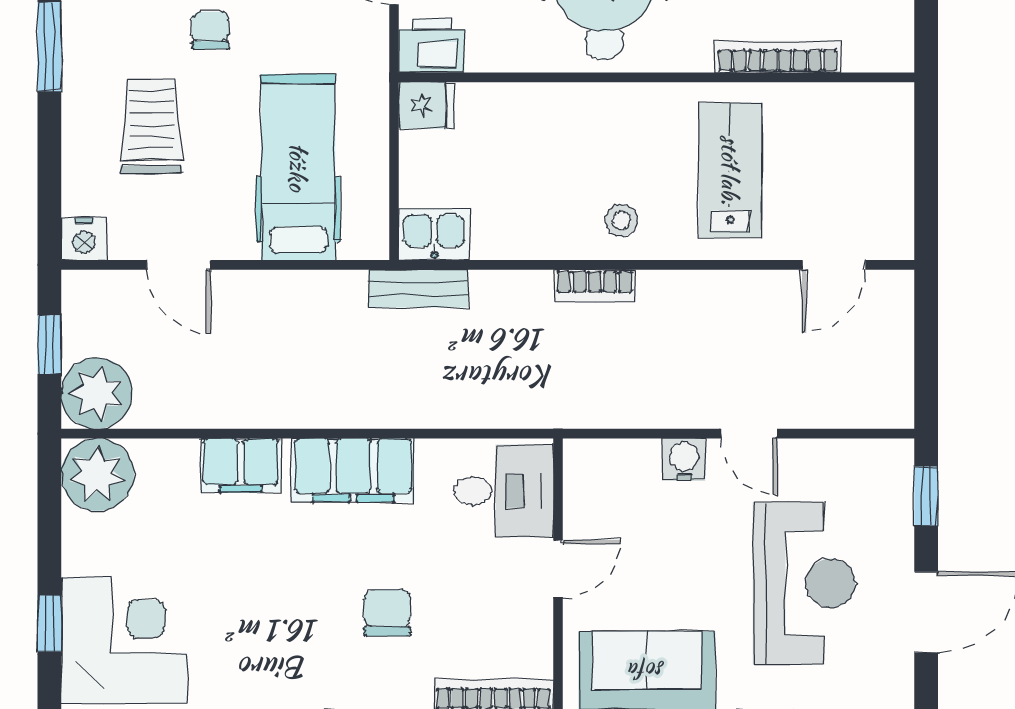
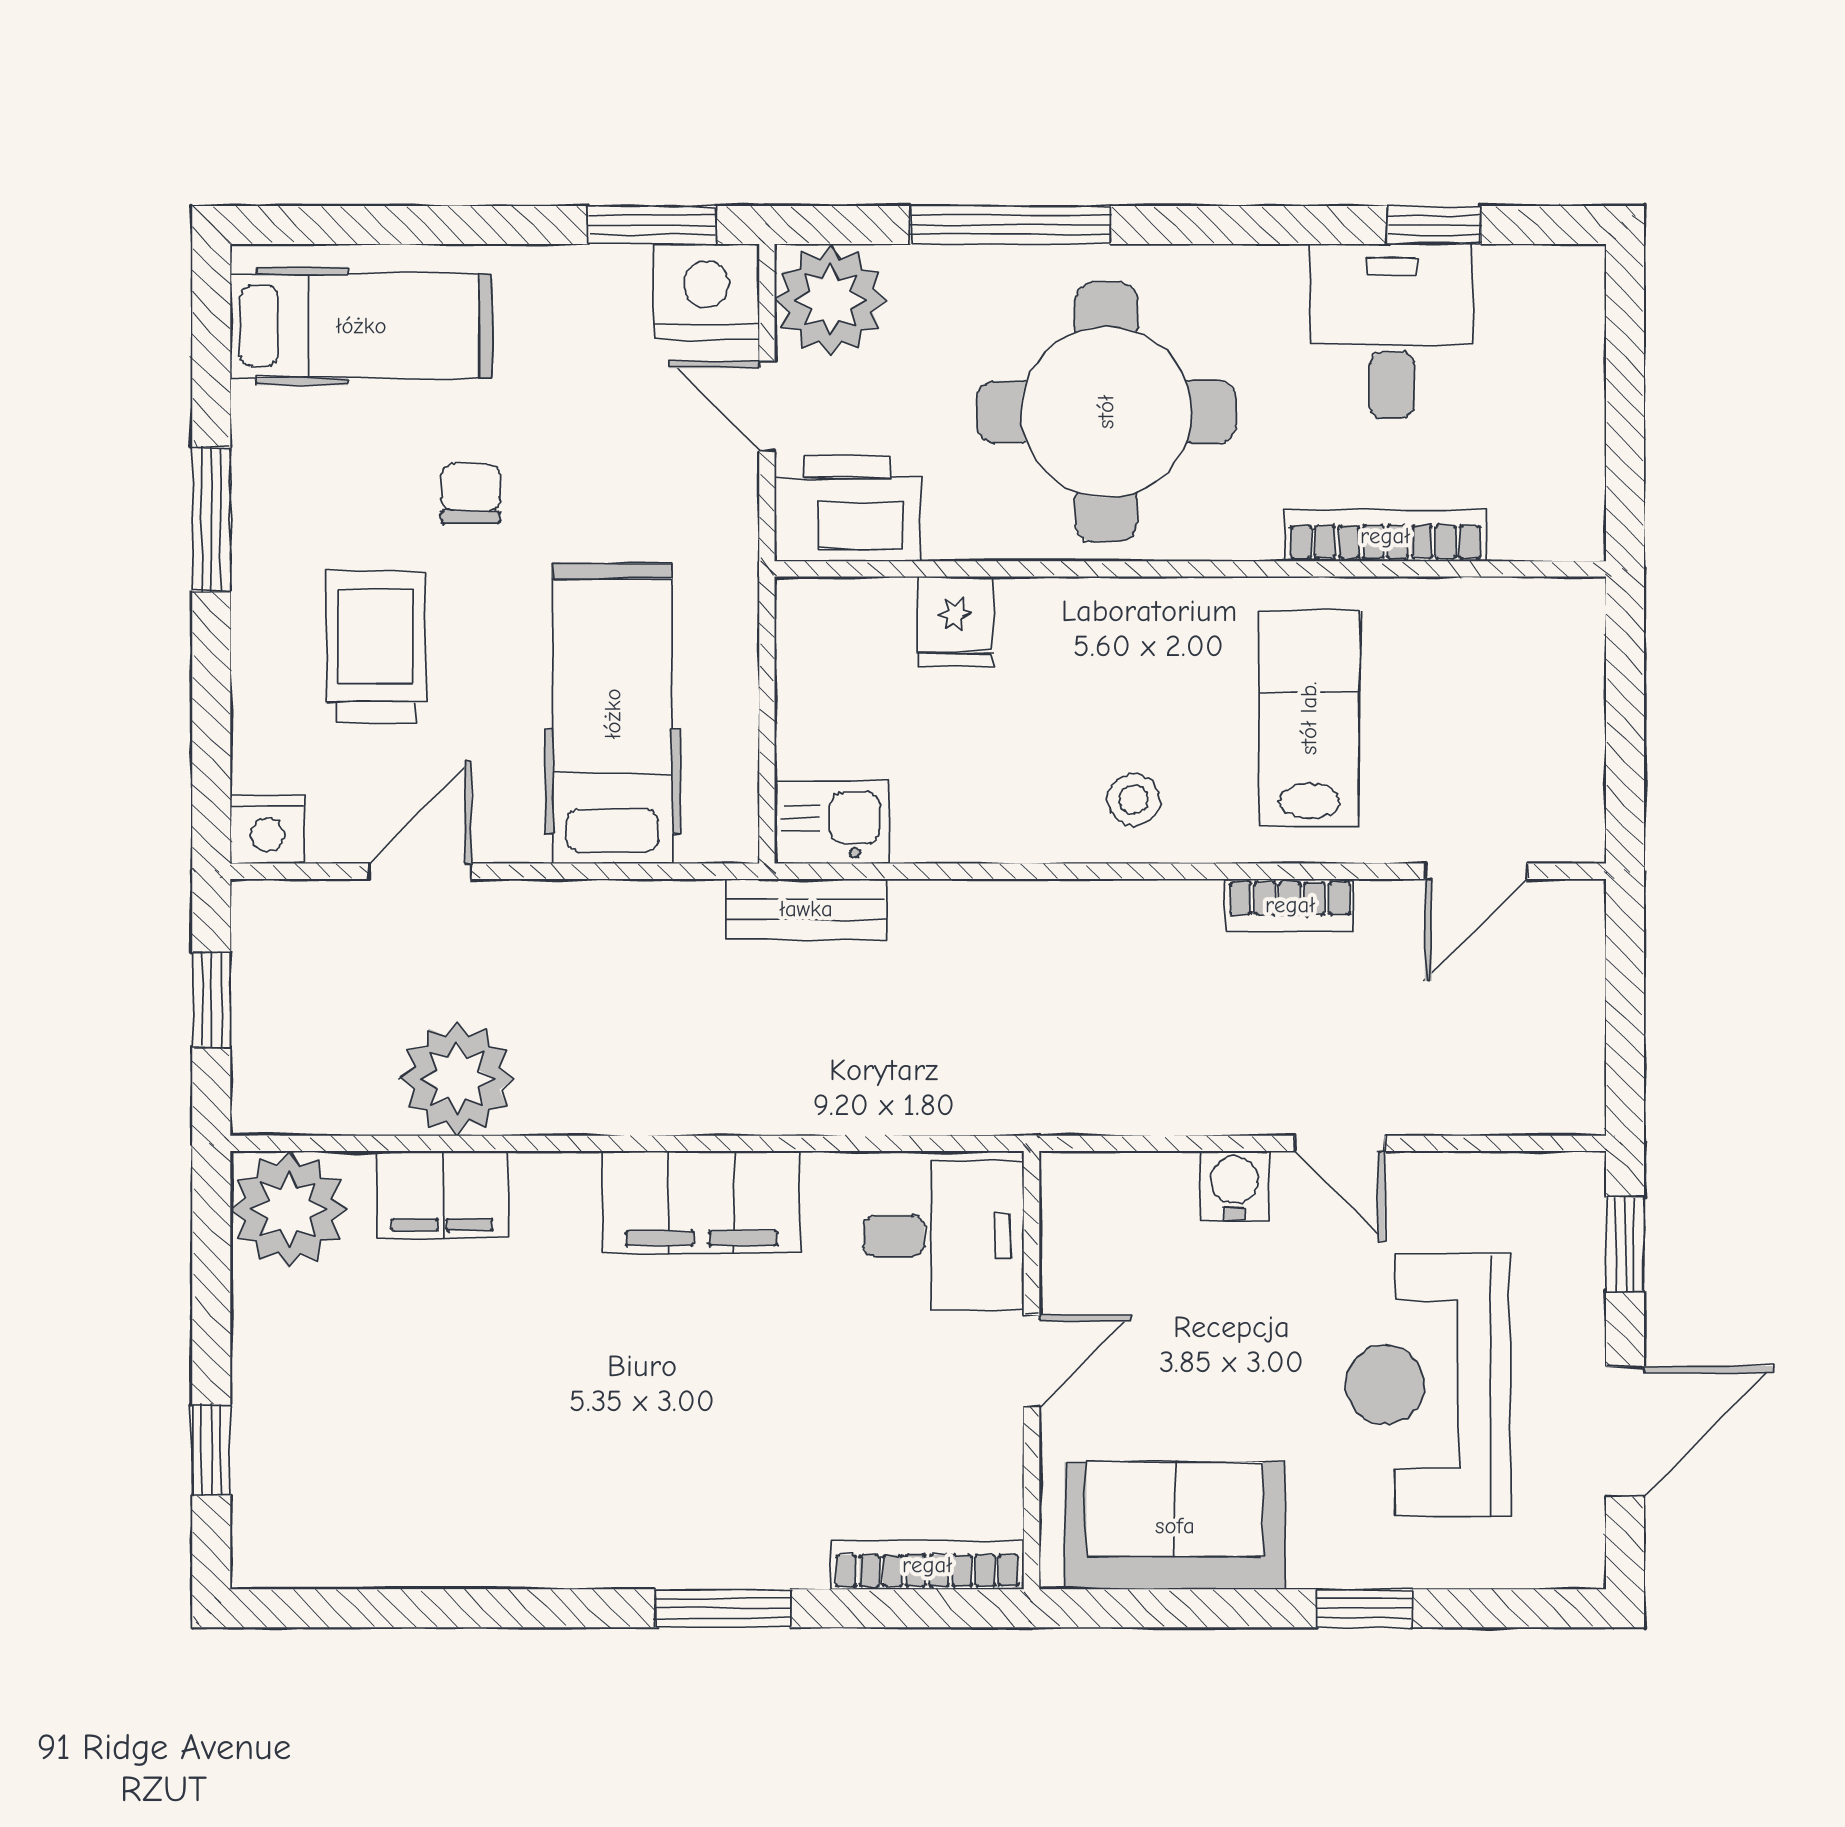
printer: (432, 45) -> (847, 509), width x1.37, depth x1.19
fridge: (426, 105) -> (955, 621), moved, turned 90
door: (179, 265) -> (420, 871), swing flipped
bookcase: (595, 286) -> (1290, 905), moved
plant: (97, 393) -> (457, 1078), moved
filing cabinet: (241, 465) -> (442, 1194), moved
reception desk: (804, 583) -> (1428, 1385), turned 180
chair: (387, 613) -> (756, 1432), removed
corner desk: (124, 640) -> (332, 1477), removed

